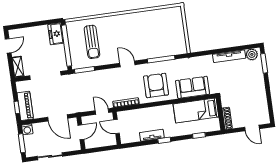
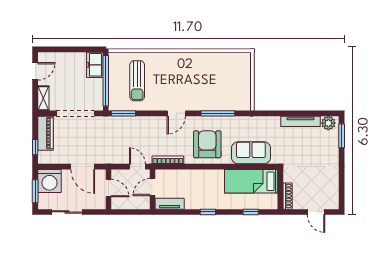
door: (127, 64) -> (176, 113), swing flipped
piano: (25, 106) -> (46, 133), moved
door: (116, 126) -> (152, 187), hinge flipped
washing machine: (27, 129) -> (49, 181), width x1.89, depth x1.89
door: (81, 132) -> (108, 188), hinge flipped
tv unit: (152, 135) -> (170, 204), moved

